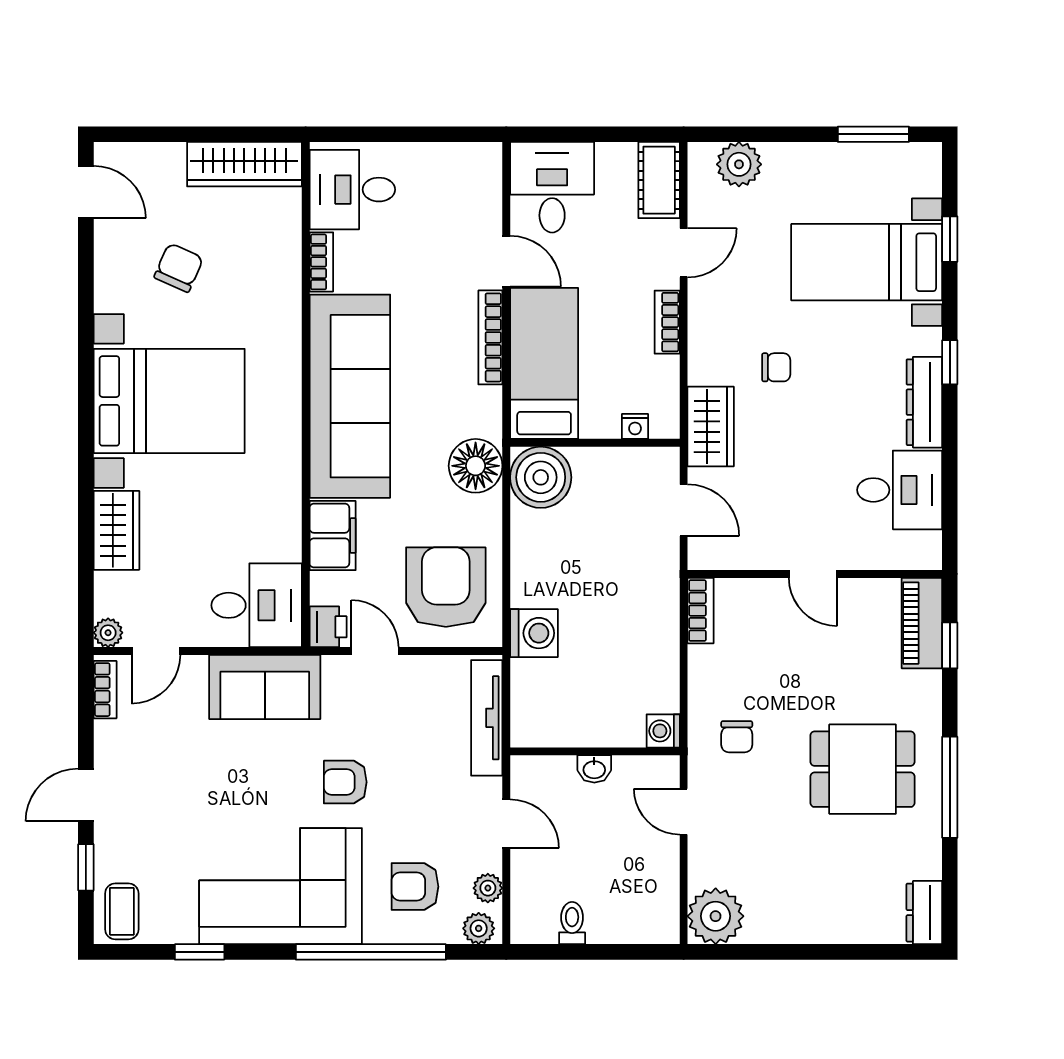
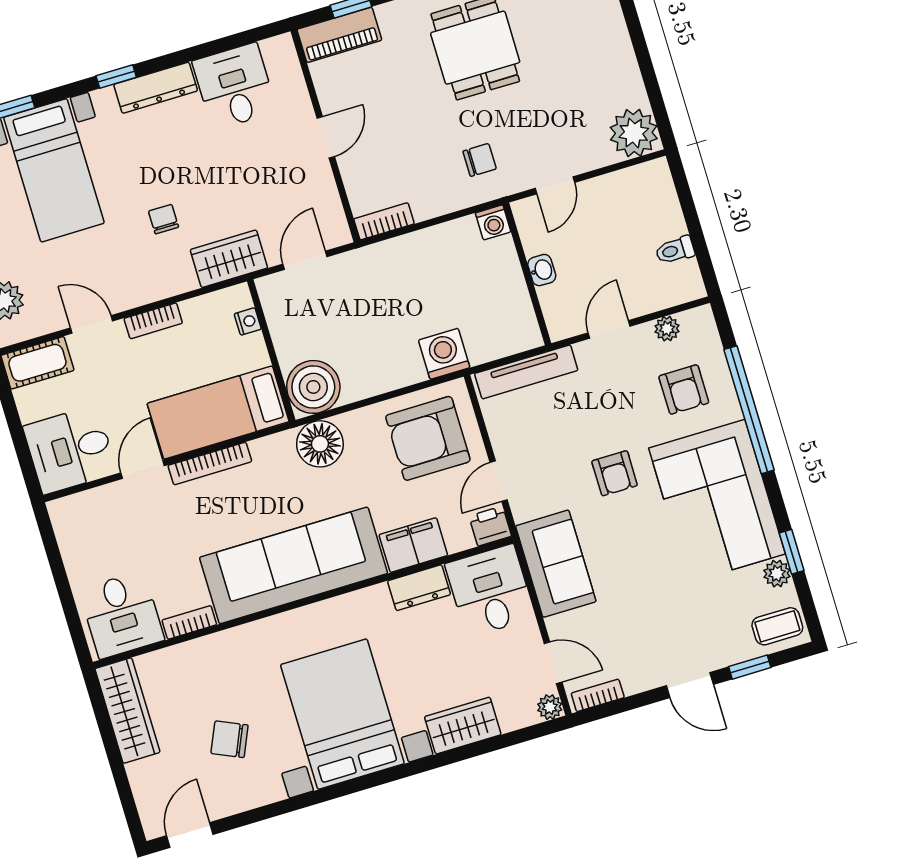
dresser: (283, 528) -> (419, 588), added
plant: (479, 928) -> (777, 574), moved

